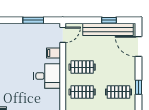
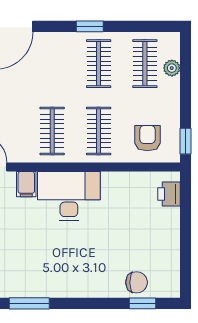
desk: (47, 76) -> (69, 196), width x1.37

